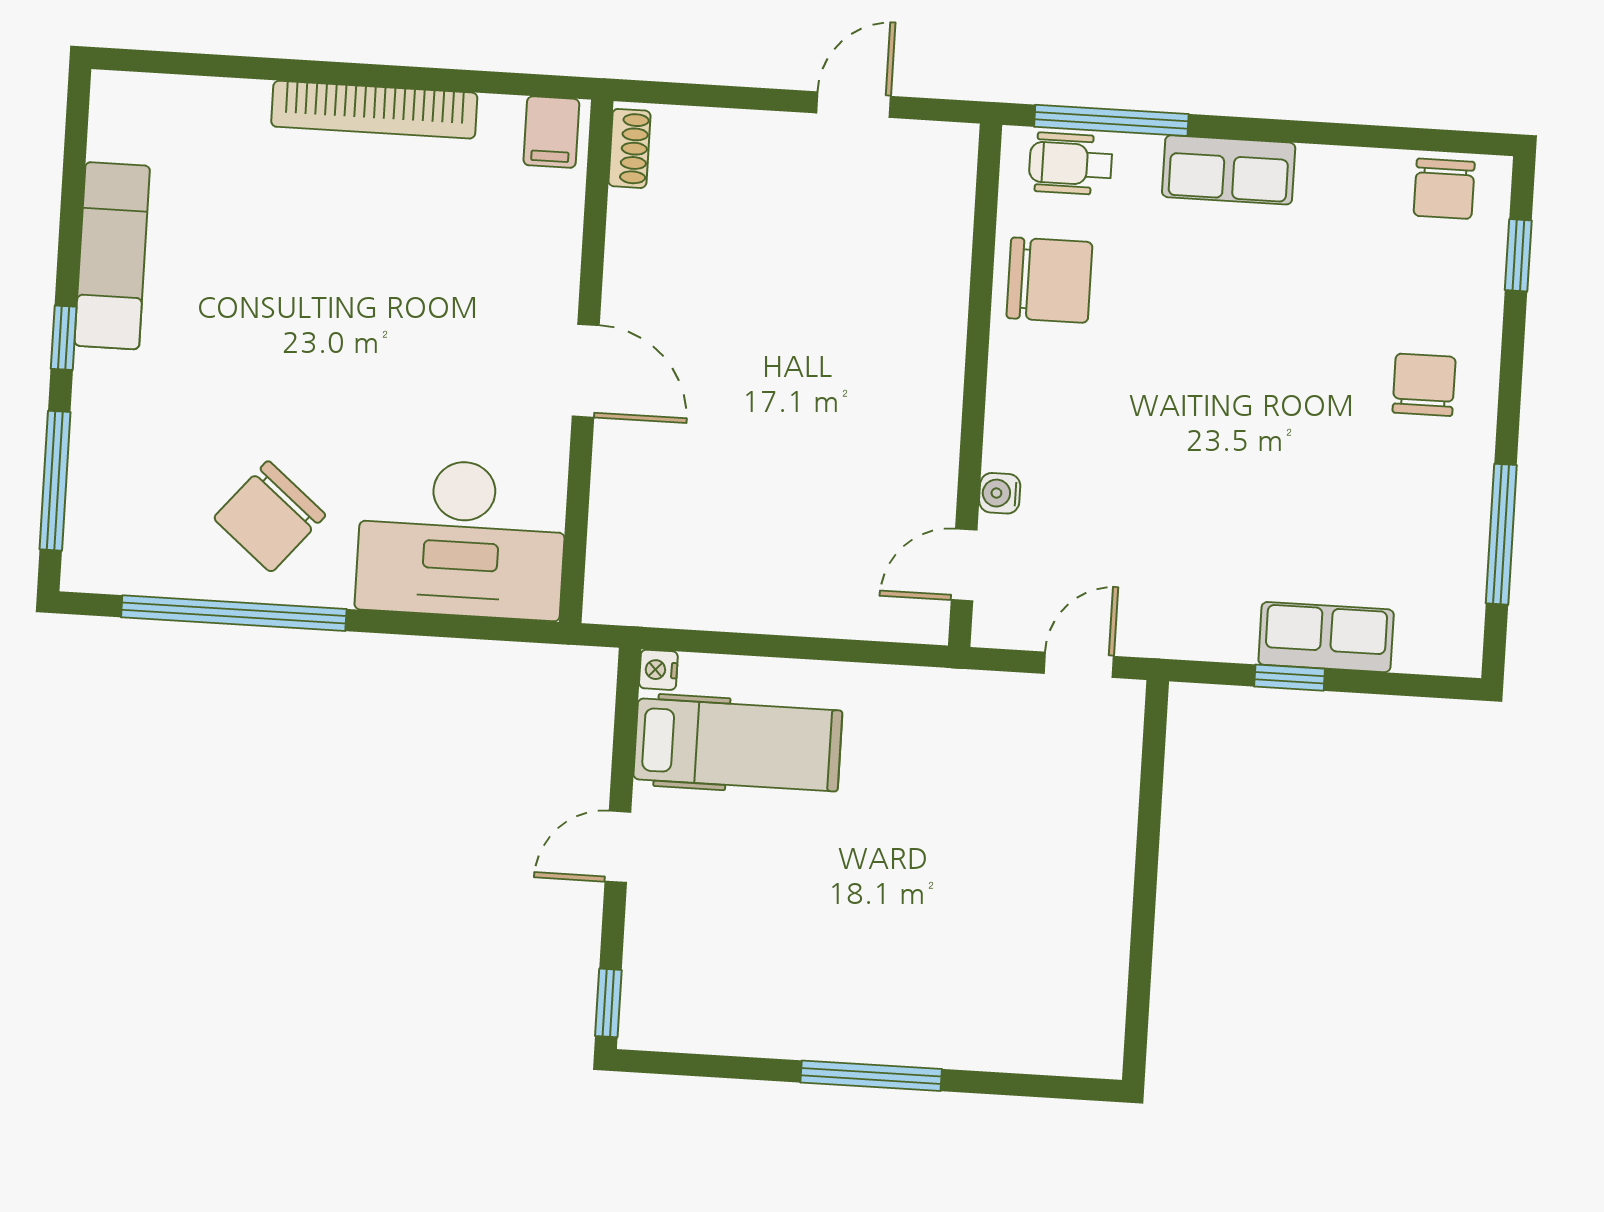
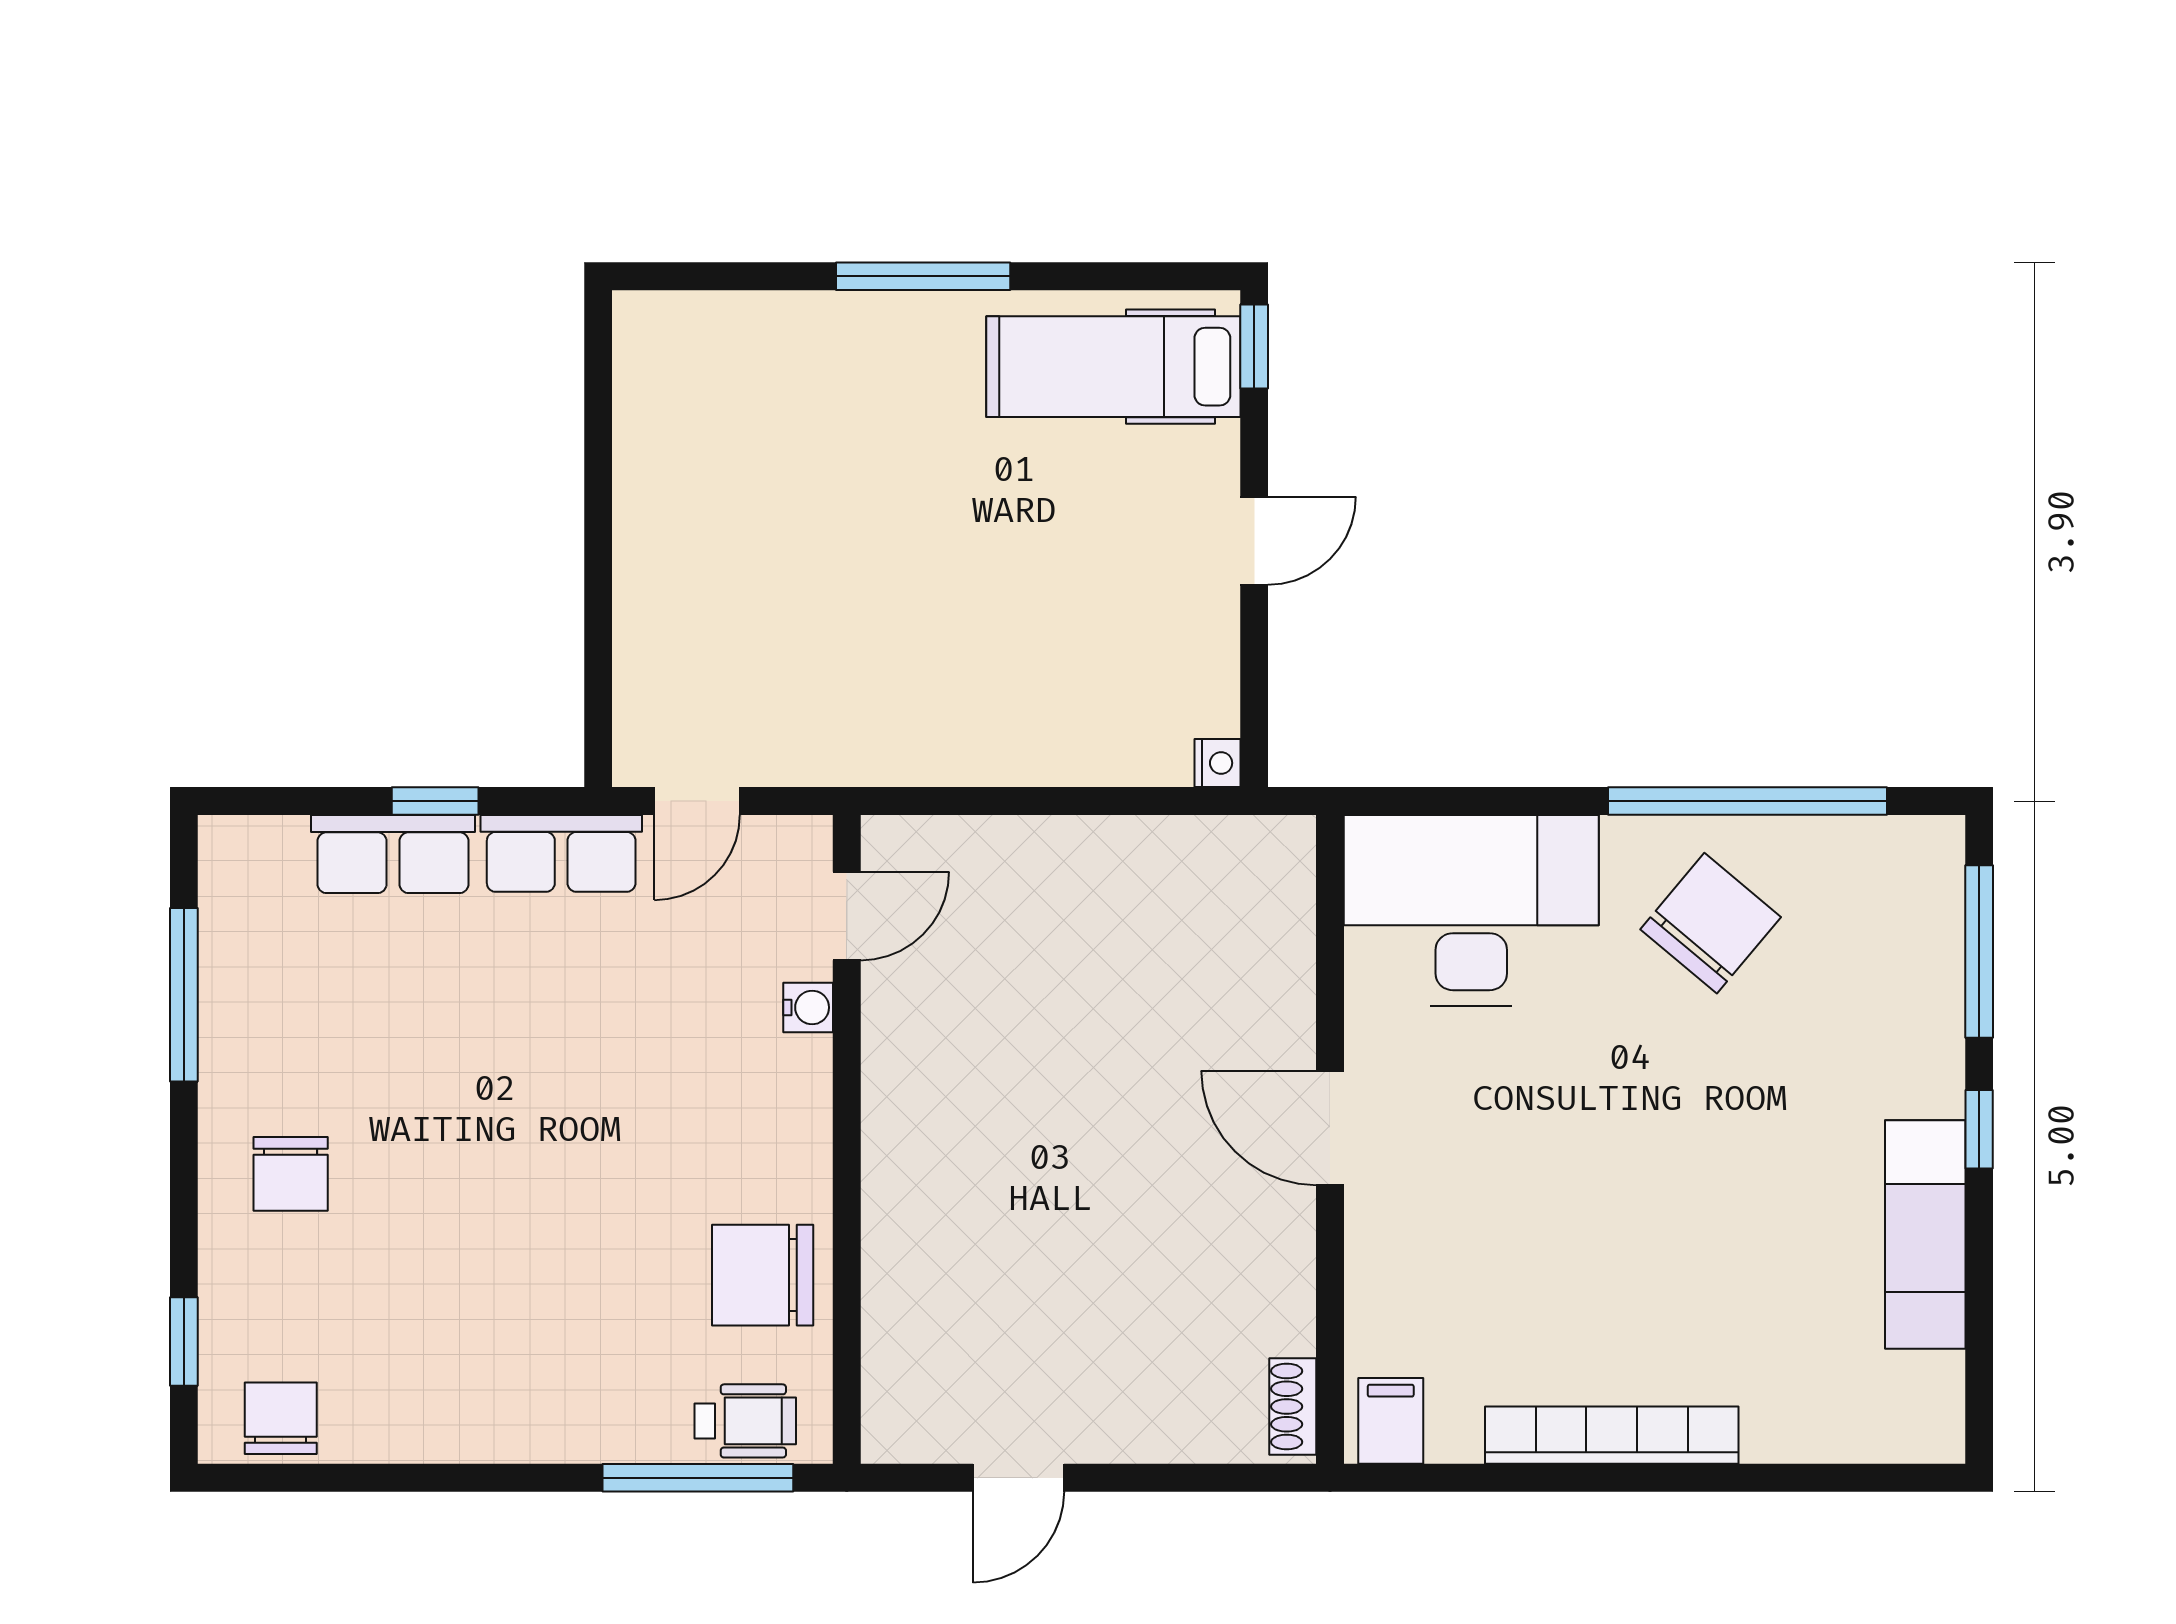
row of seats: (1229, 170) -> (561, 853), moved, turned 180
hospital bed: (738, 745) -> (1113, 367), moved

